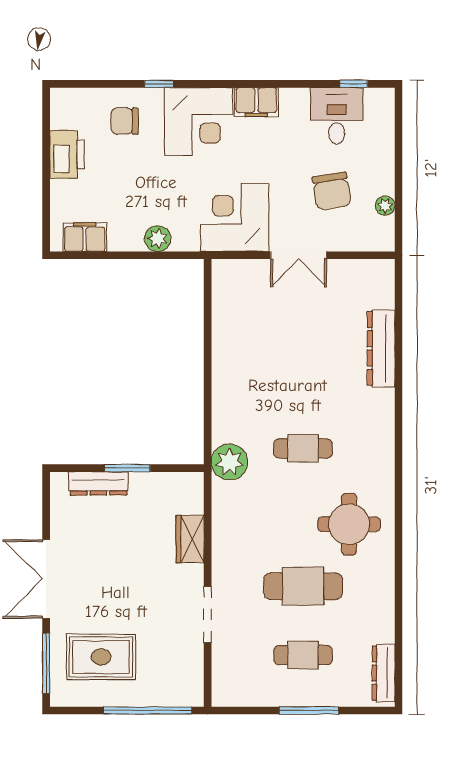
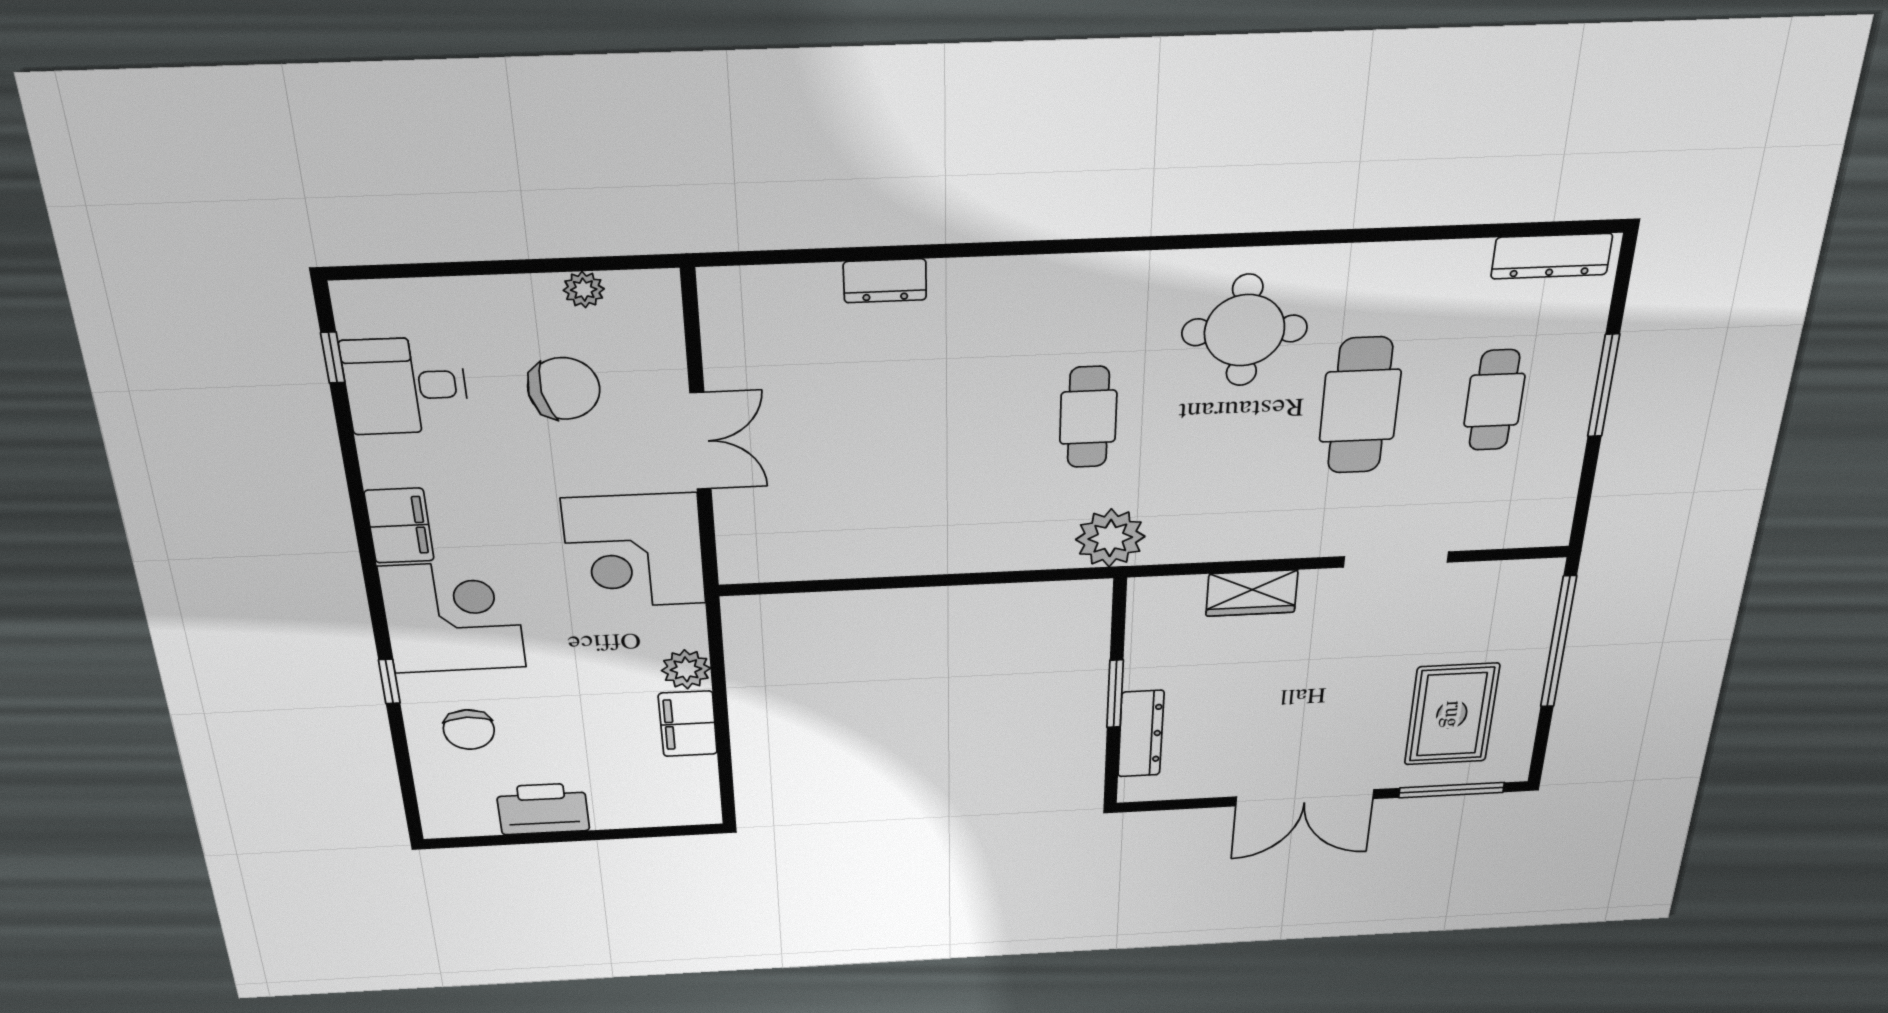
filing cabinet: (85, 237) -> (688, 724), moved
dresser: (381, 348) -> (885, 281), width x0.51, depth x0.80

